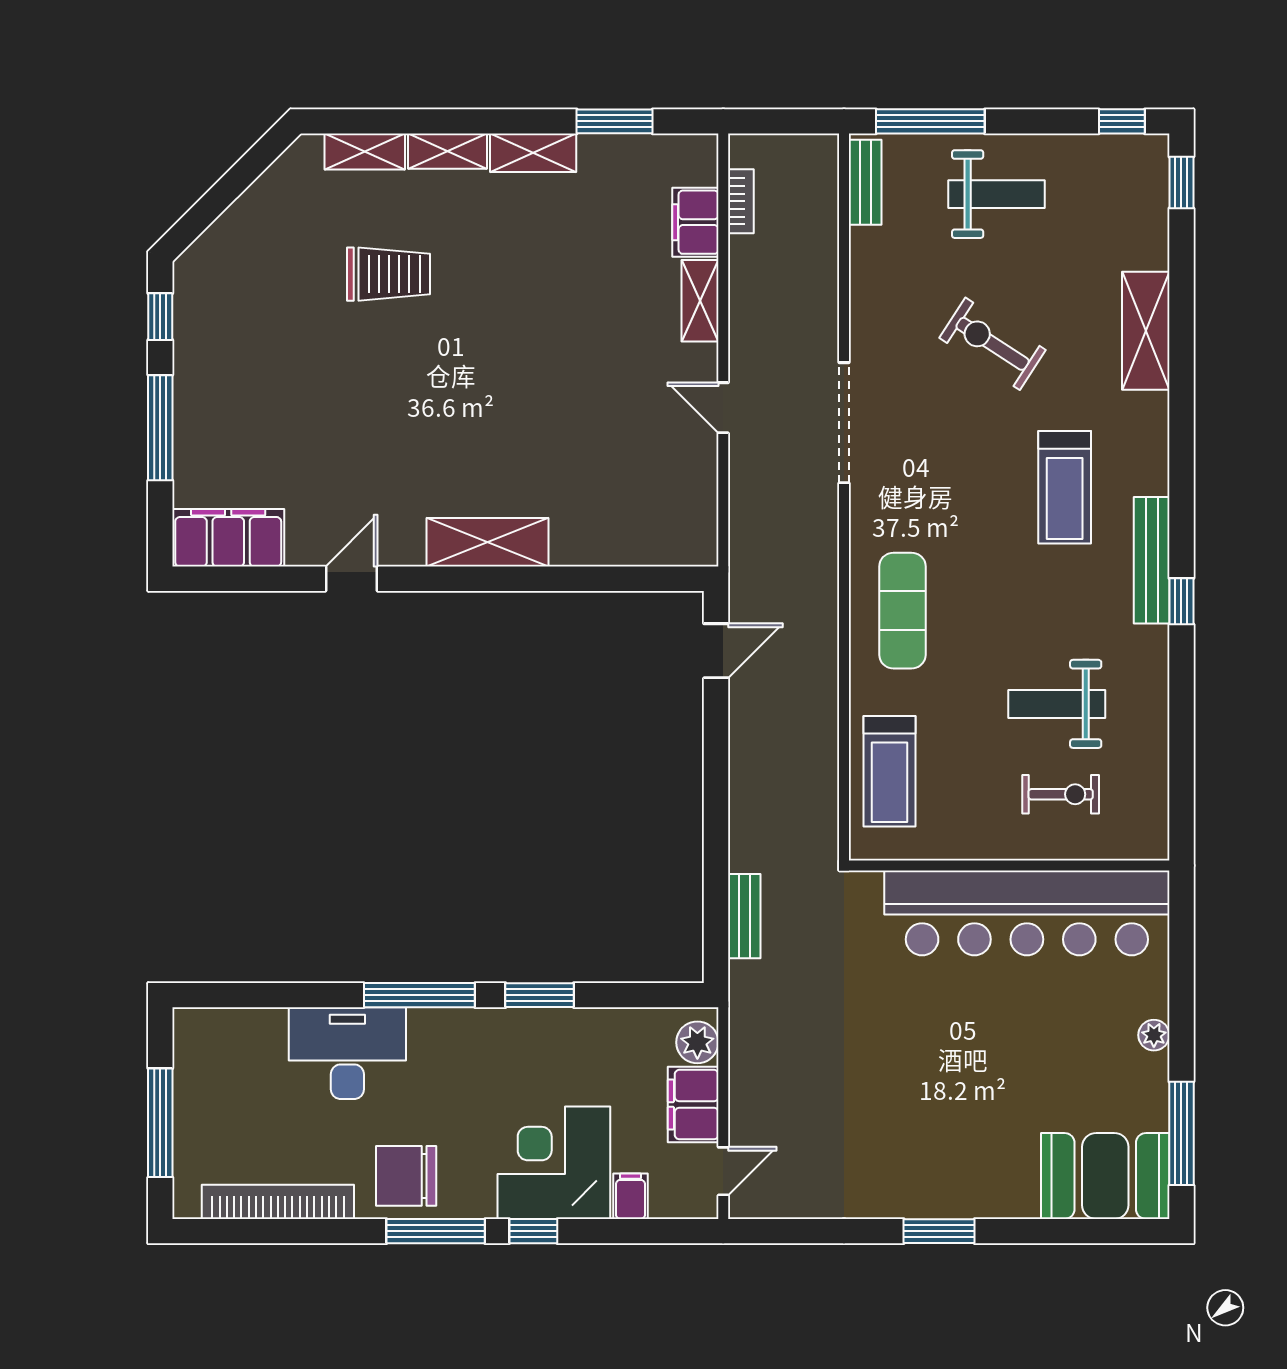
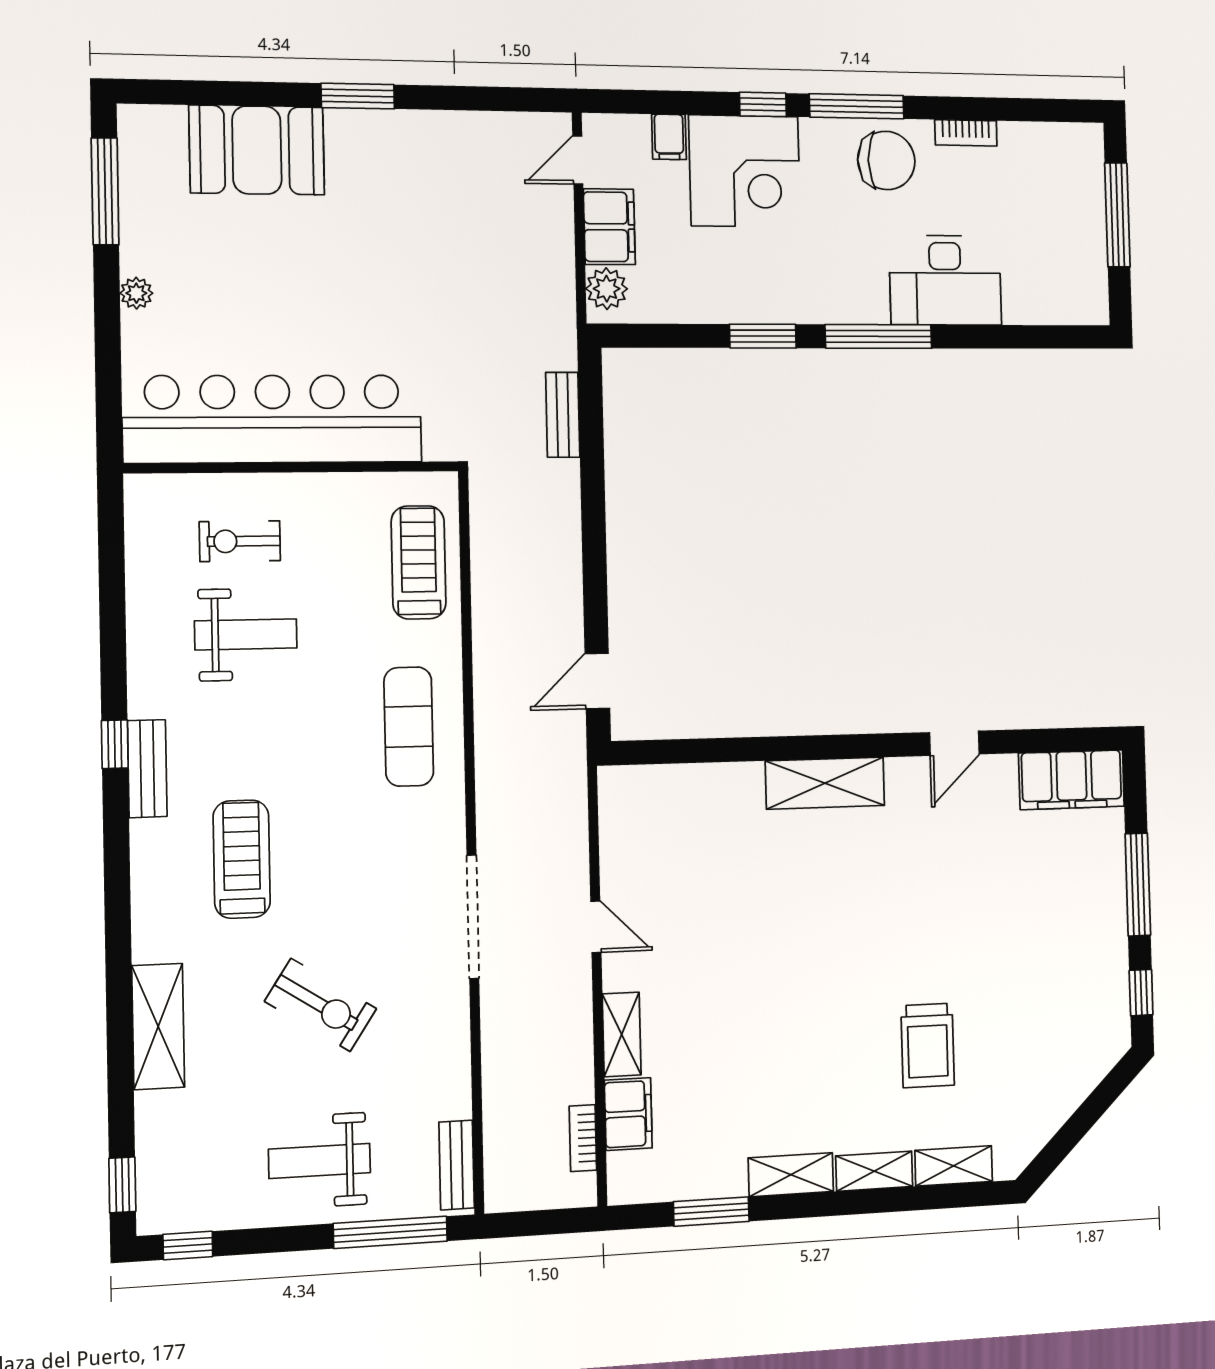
trolley: (388, 274) -> (928, 1045), turned -90
bench: (1152, 560) -> (147, 769), width x0.73
booth: (1105, 1176) -> (257, 150), moved
bookcase: (278, 1202) -> (966, 133), width x0.43, depth x0.76

